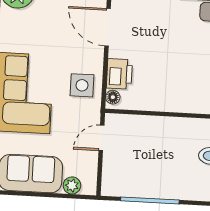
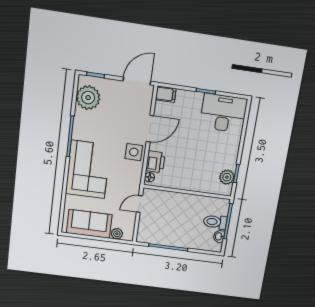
door: (107, 27) -> (150, 129), swing flipped
side table: (82, 85) -> (134, 152), moved

